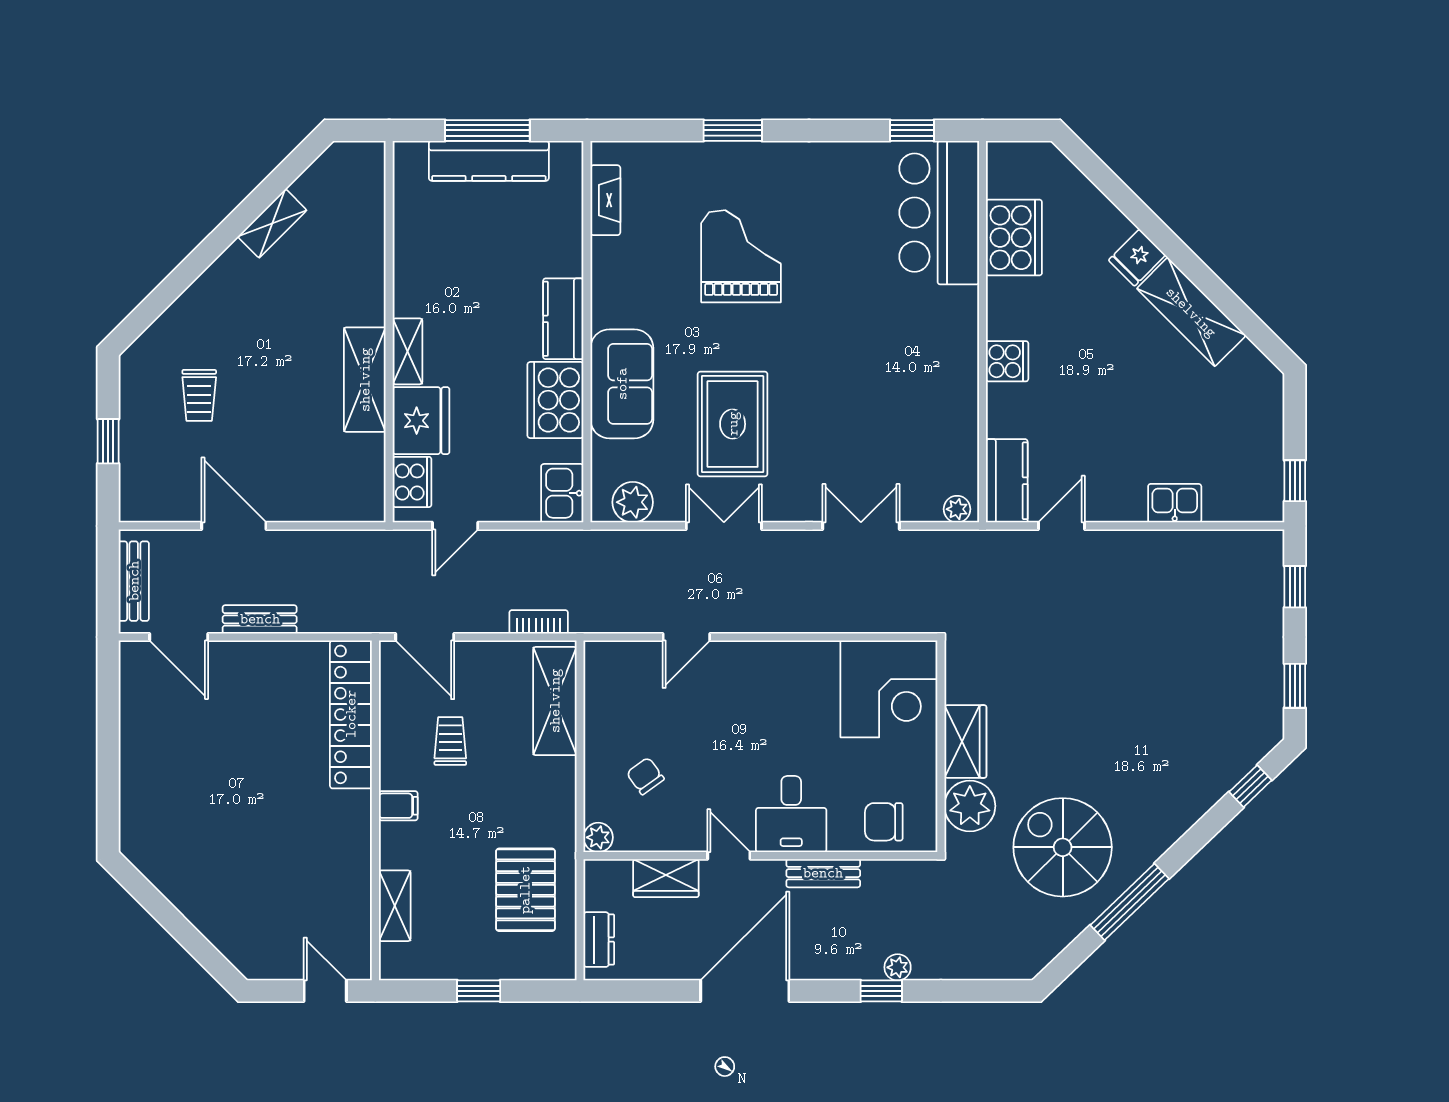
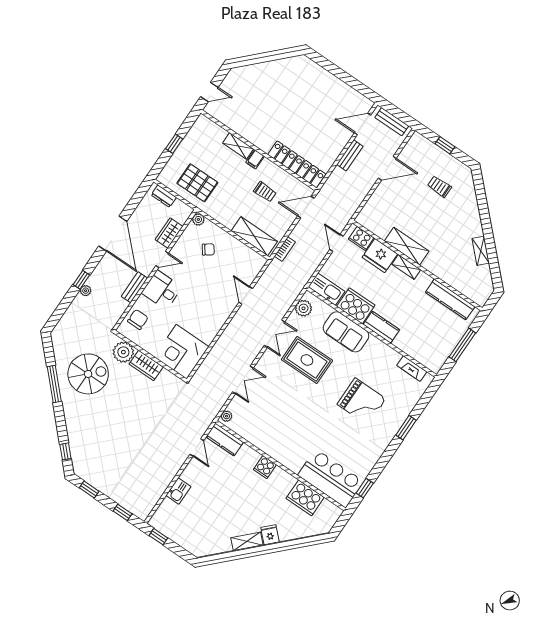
kitchen counter: (489, 161) -> (450, 299), moved, turned -90
shelving: (1191, 312) -> (247, 541), width x0.67, depth x0.75
kitchen sink: (562, 493) -> (326, 289), width x1.38
shelving: (395, 906) -> (238, 146), moved

